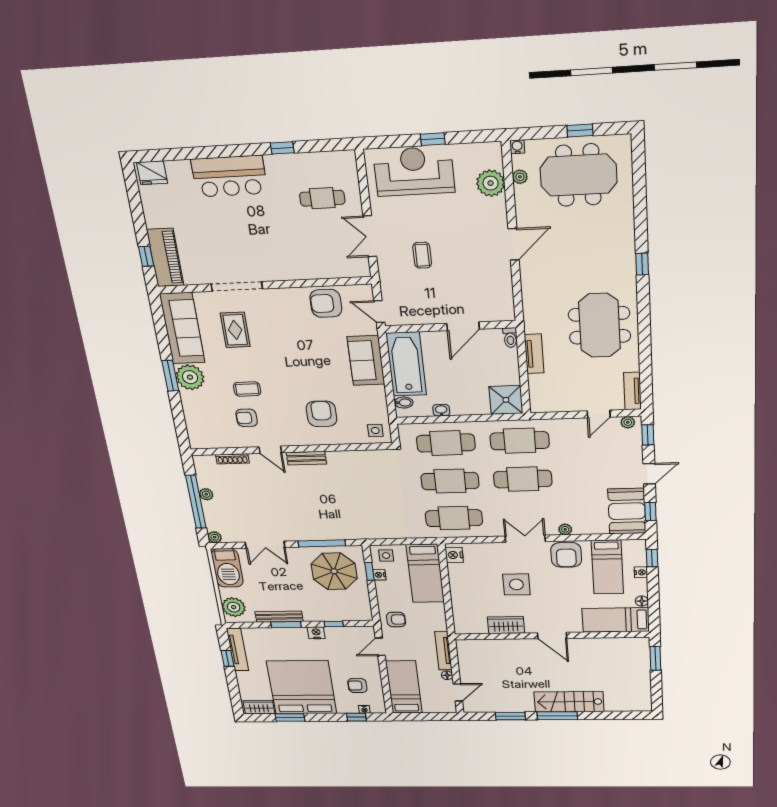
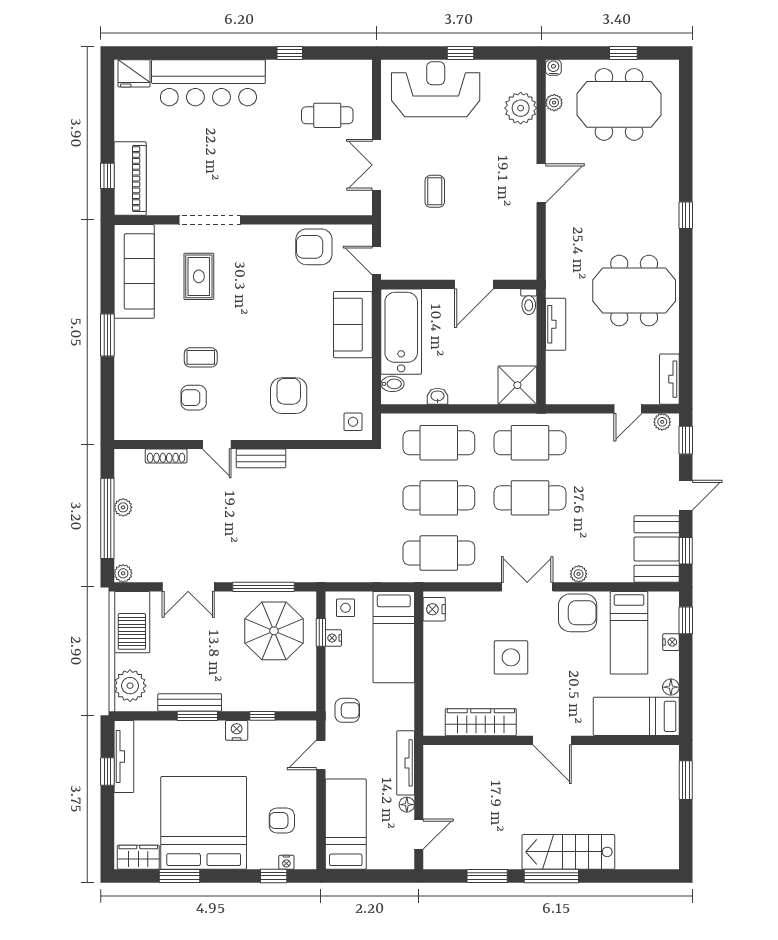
bar counter: (229, 176) -> (208, 83), width x1.36
meeting table: (599, 325) -> (634, 291), turned 90
plant: (190, 377) -> (132, 338), removed
armchair: (566, 555) -> (578, 613), turned -90
wardrobe: (506, 625) -> (481, 722), width x1.50

